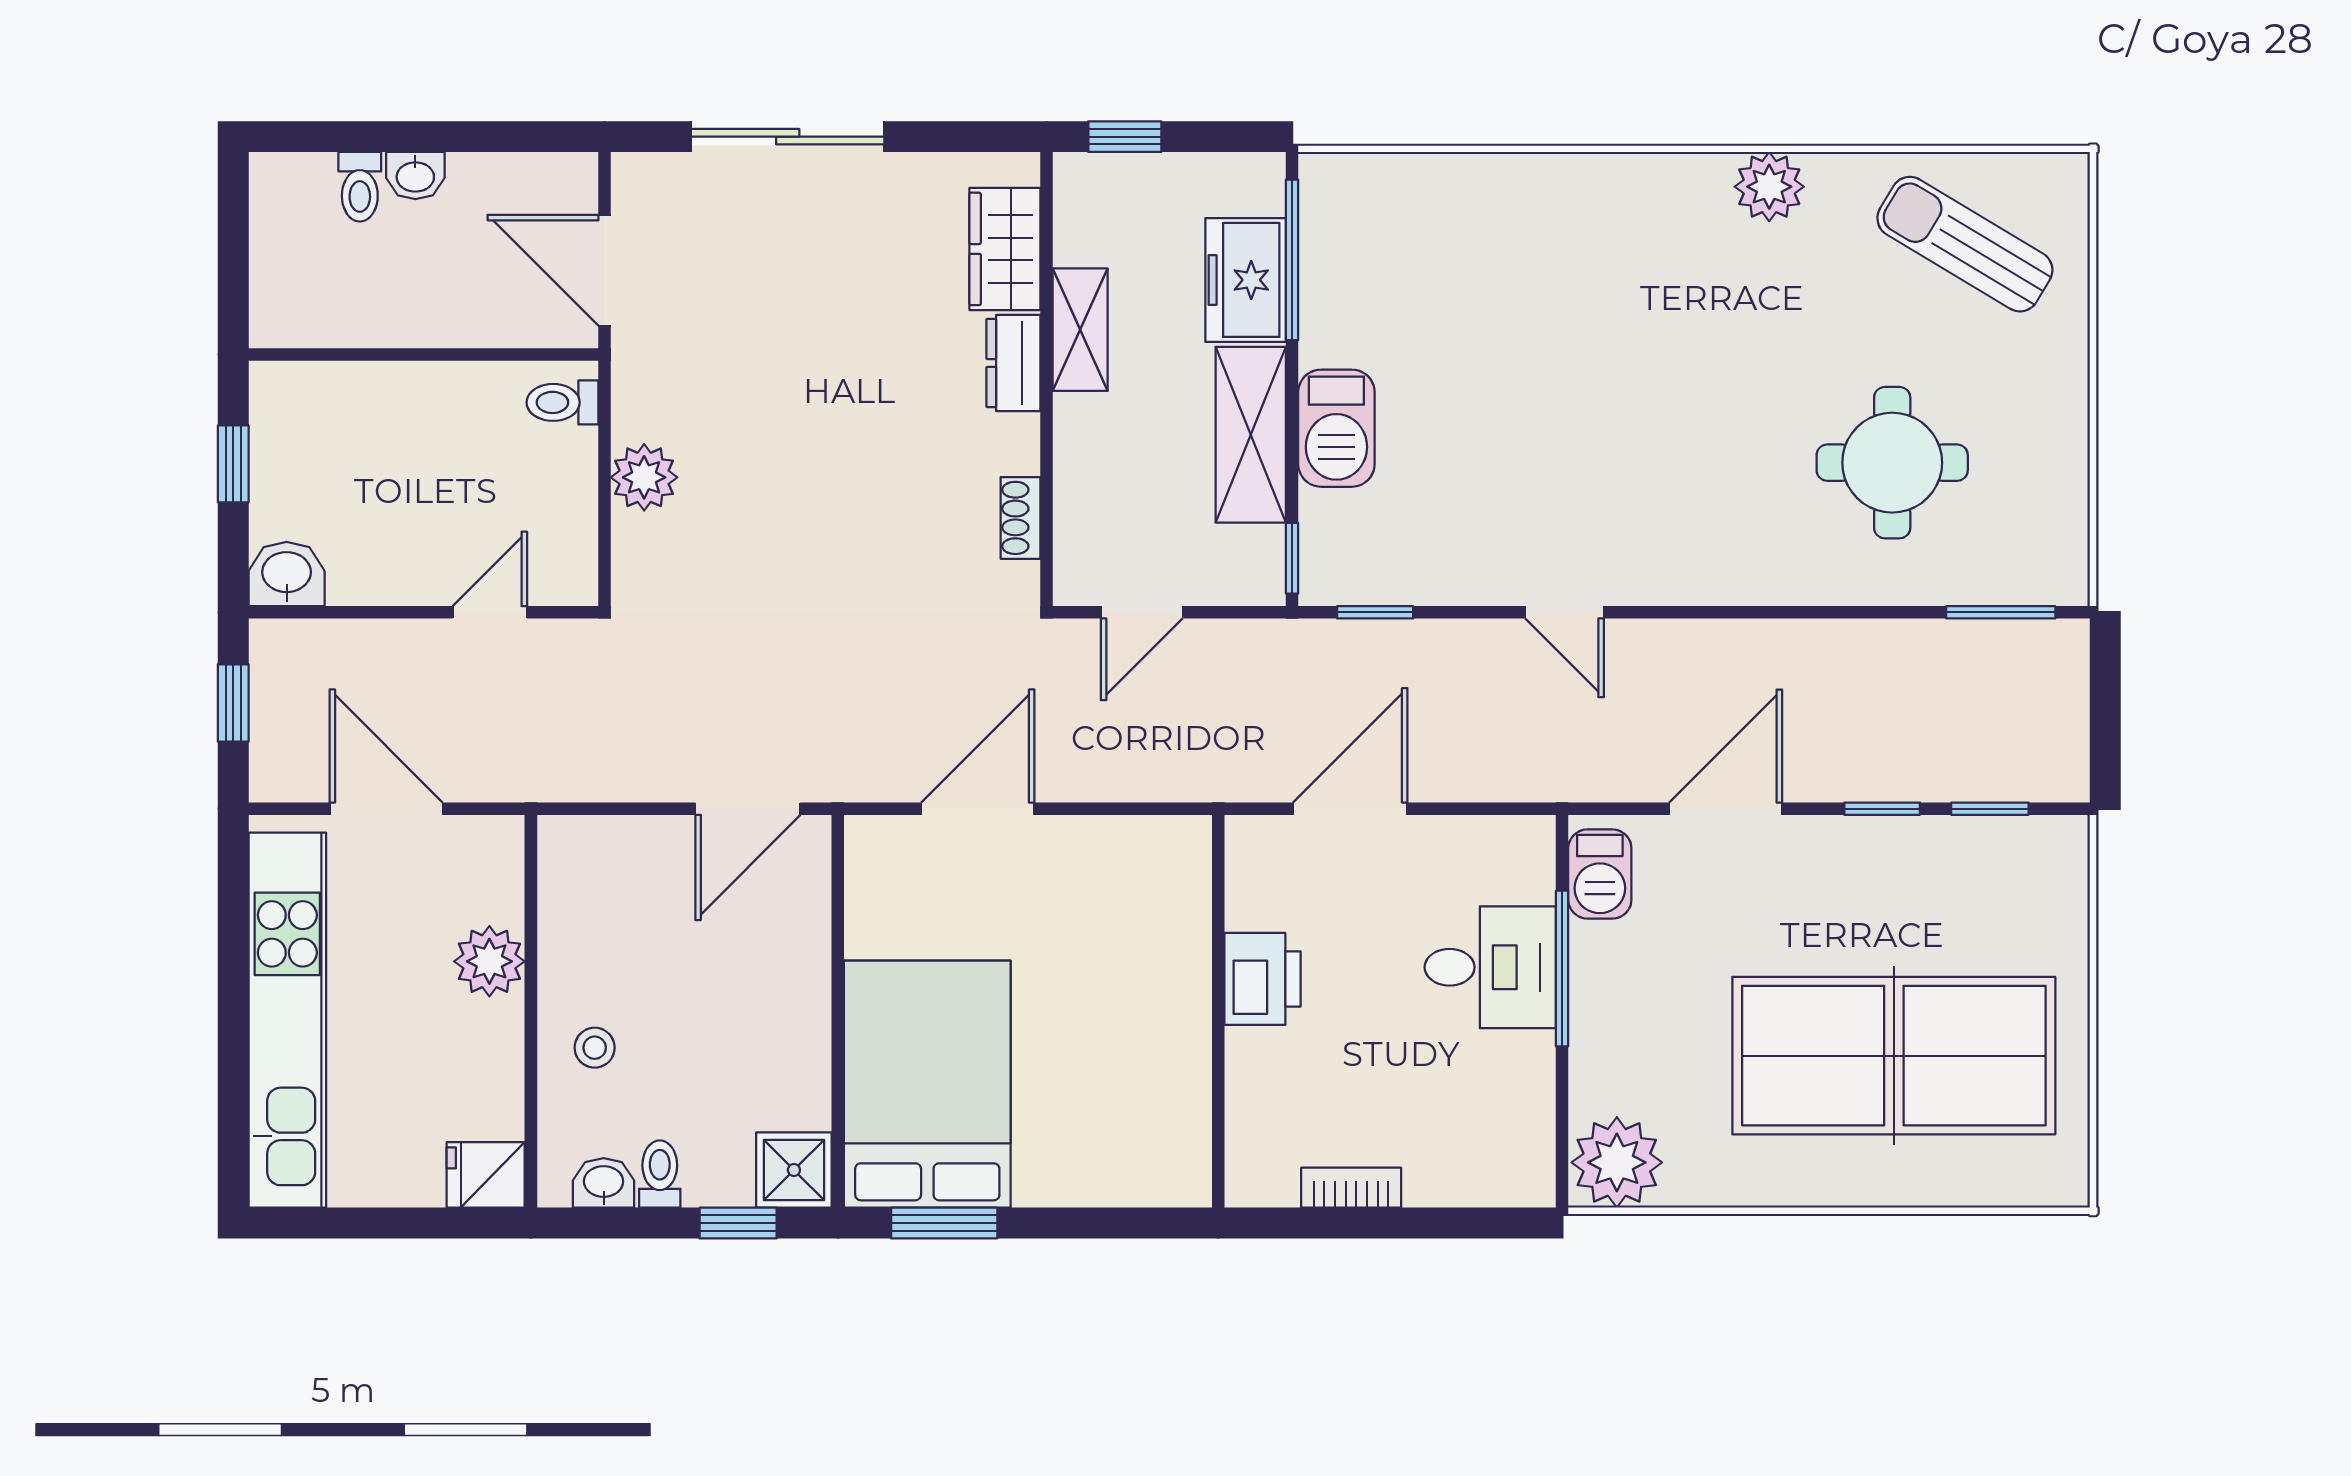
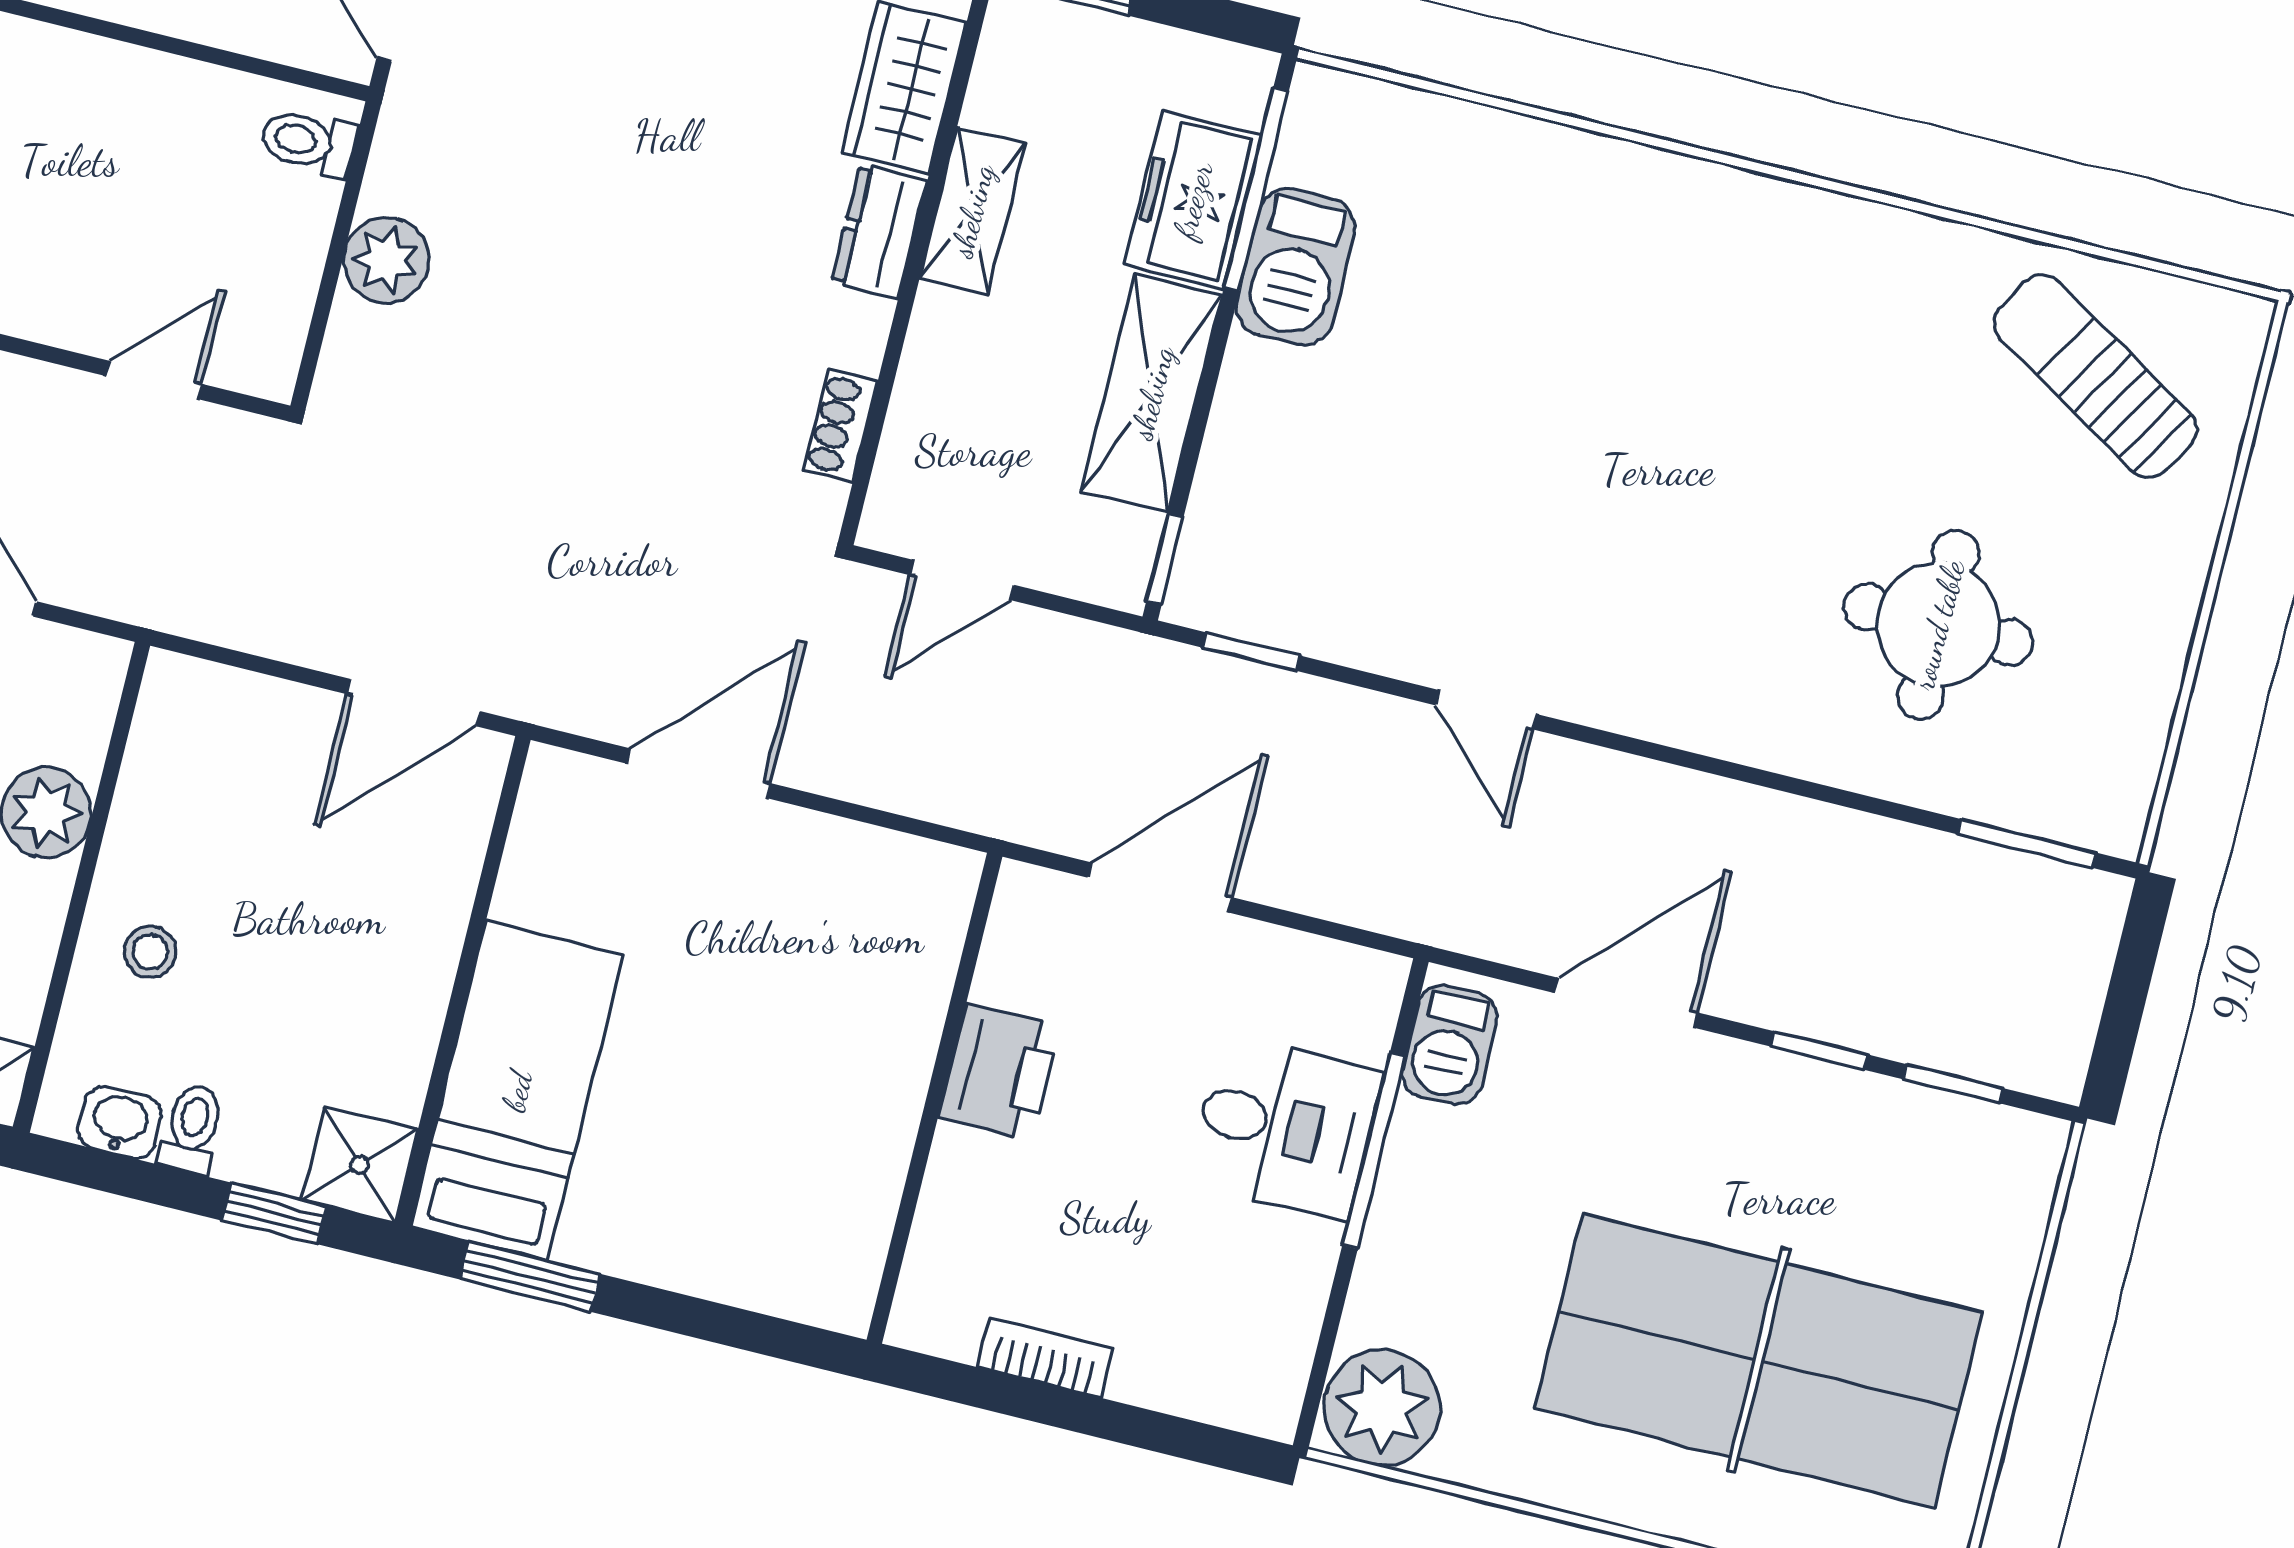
plant: (1769, 187) -> (1871, 245), removed
barbecue: (1336, 428) -> (1296, 267), moved
bed: (927, 1084) -> (517, 1091), width x0.67

